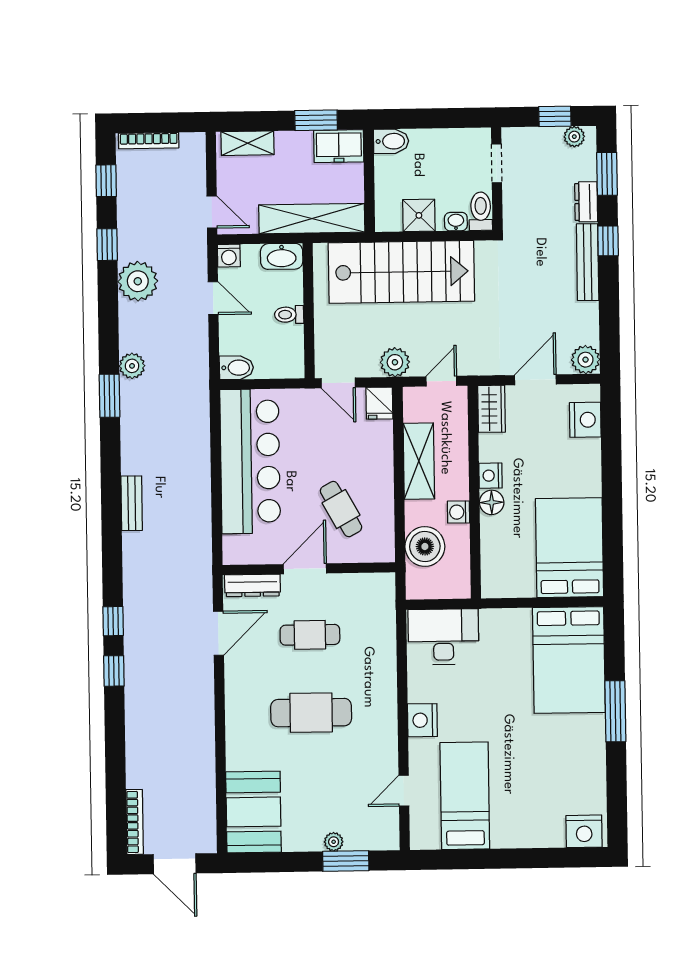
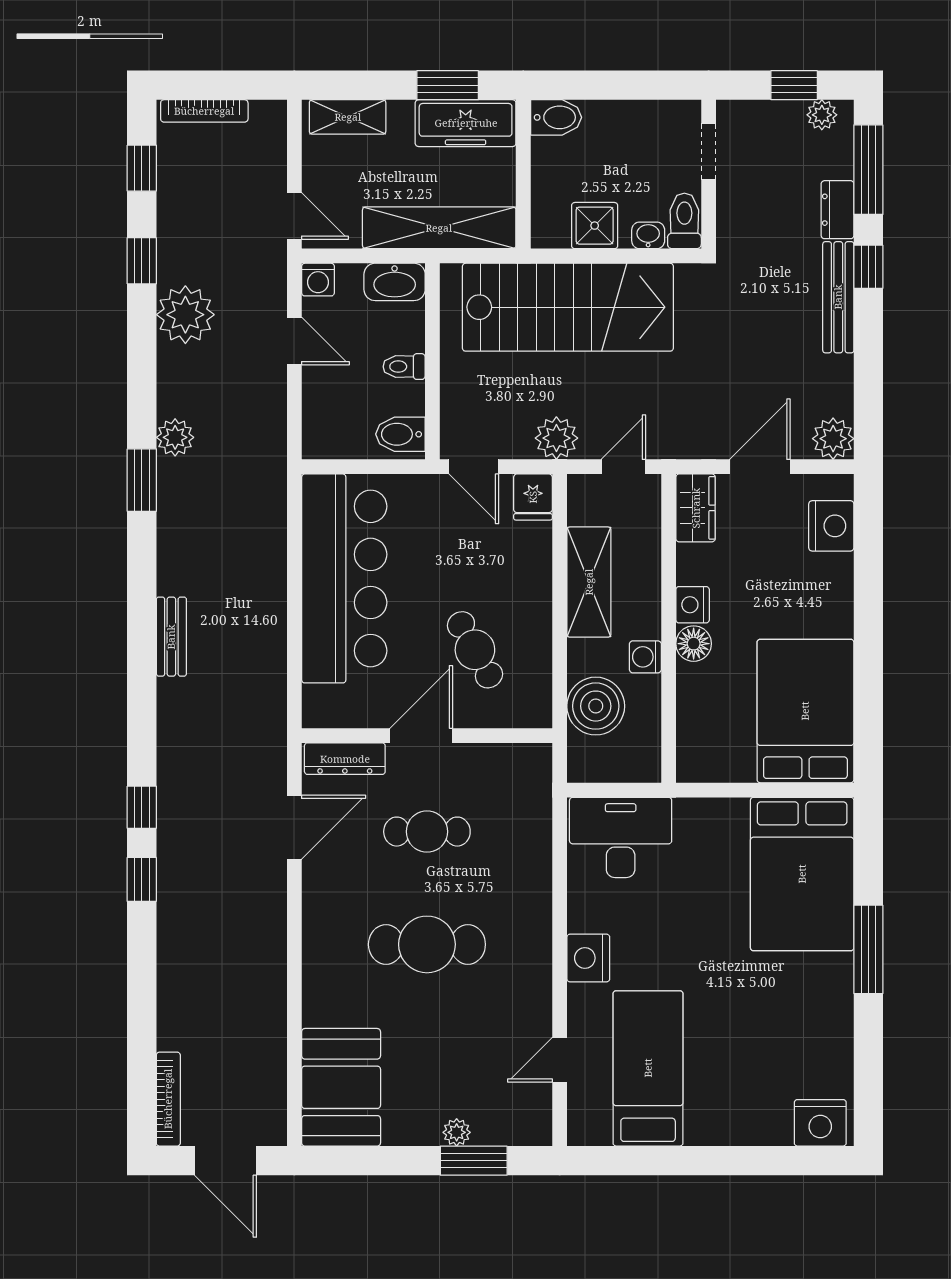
freezer: (339, 146) -> (466, 123), width x1.40
window: (607, 174) -> (868, 170), width x1.44
bidet: (236, 368) -> (400, 434), moved, turned 180

